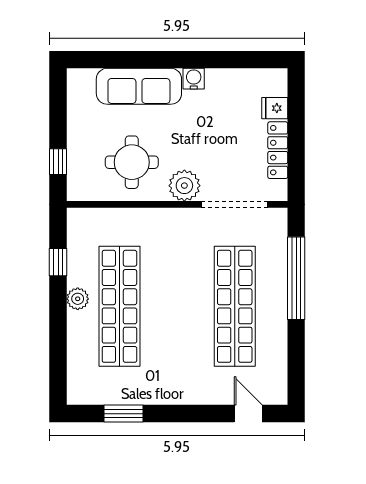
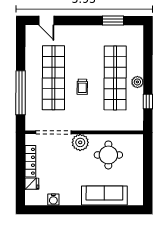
water cooler: (194, 79) -> (53, 199), moved
window: (58, 162) -> (148, 155), removed
trolley: (181, 290) -> (82, 87), added

